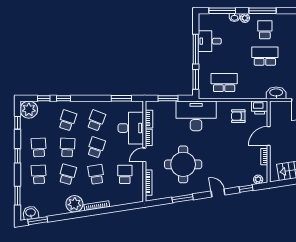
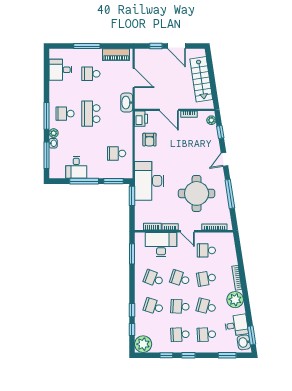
school desk: (224, 83) -> (117, 153), width x0.54
window: (168, 98) -> (132, 196), moved
window: (17, 123) -> (166, 355), moved
window: (183, 198) -> (230, 194), width x1.44
desk: (48, 205) -> (236, 325), added

